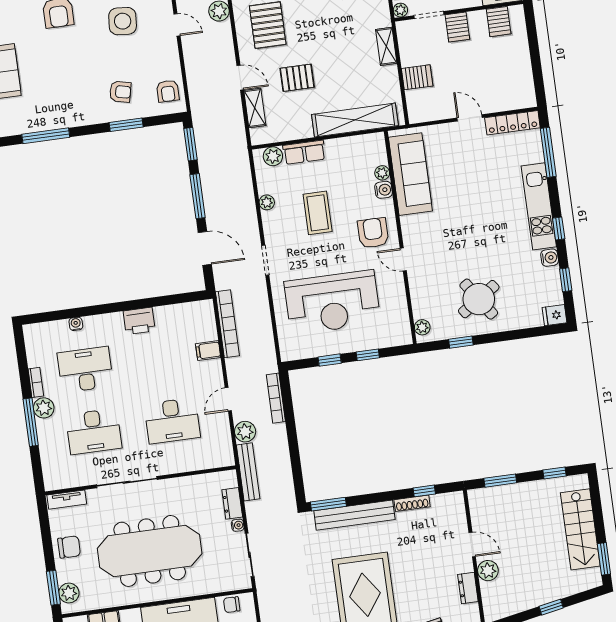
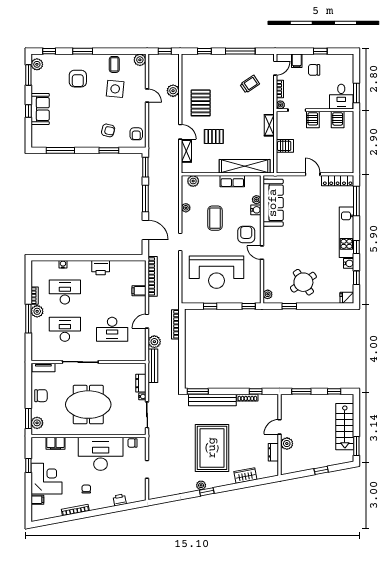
row of seats: (304, 152) -> (232, 181), moved
window: (368, 355) -> (249, 306), moved
desk: (94, 431) -> (65, 329), turned 180
door: (472, 545) -> (280, 427), swing flipped
meeting table: (150, 551) -> (88, 405), width x0.73

